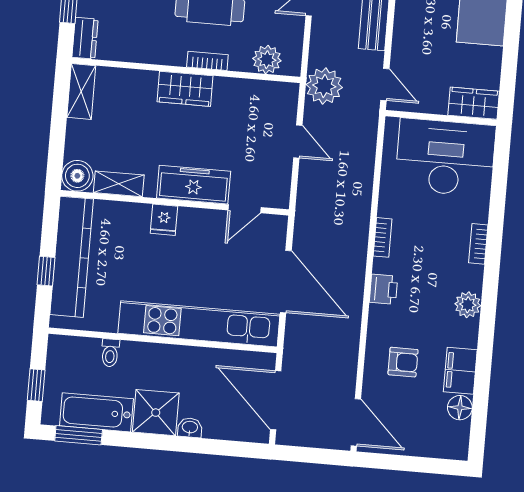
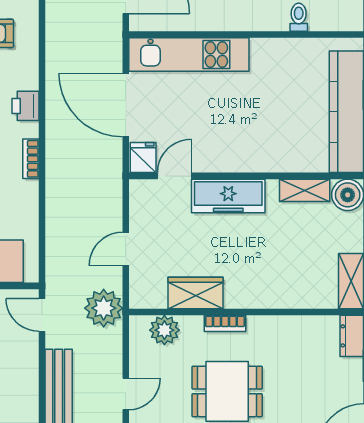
wardrobe: (185, 89) -> (195, 293), moved
door: (298, 142) -> (126, 249), hinge flipped
fridge: (164, 220) -> (143, 158), moved
kitchen unit: (199, 324) -> (189, 55), width x0.73

